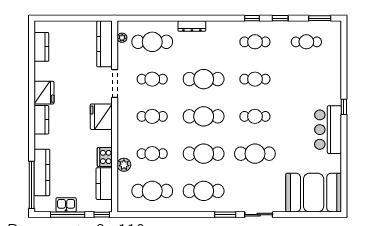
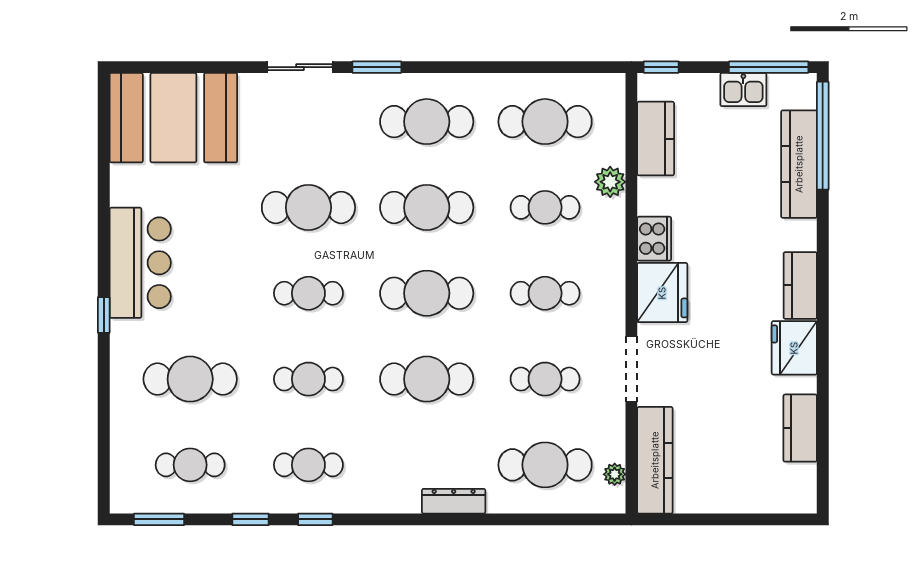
kitchen counter: (41, 47) -> (800, 428), moved
cafe table: (306, 79) -> (190, 379), added
cooker: (105, 157) -> (654, 239), moved
window: (68, 215) -> (769, 67), moved

